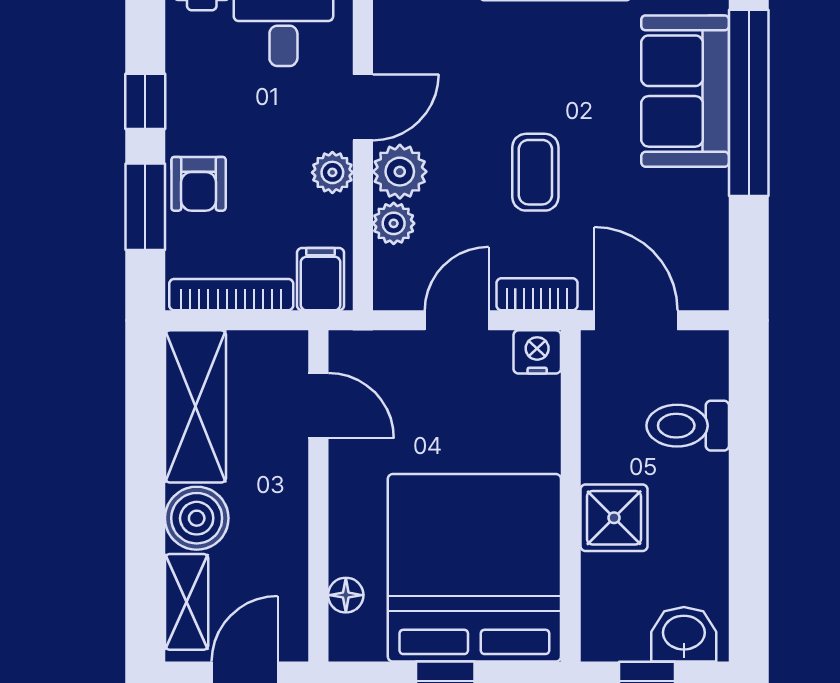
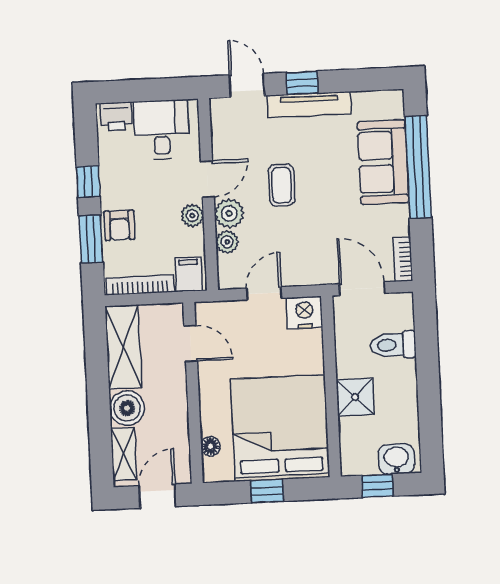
coffee table: (535, 172) -> (282, 185), moved
bookcase: (537, 294) -> (403, 259), moved, turned -90
nightstand: (537, 352) -> (304, 313), width x1.36, depth x1.33

